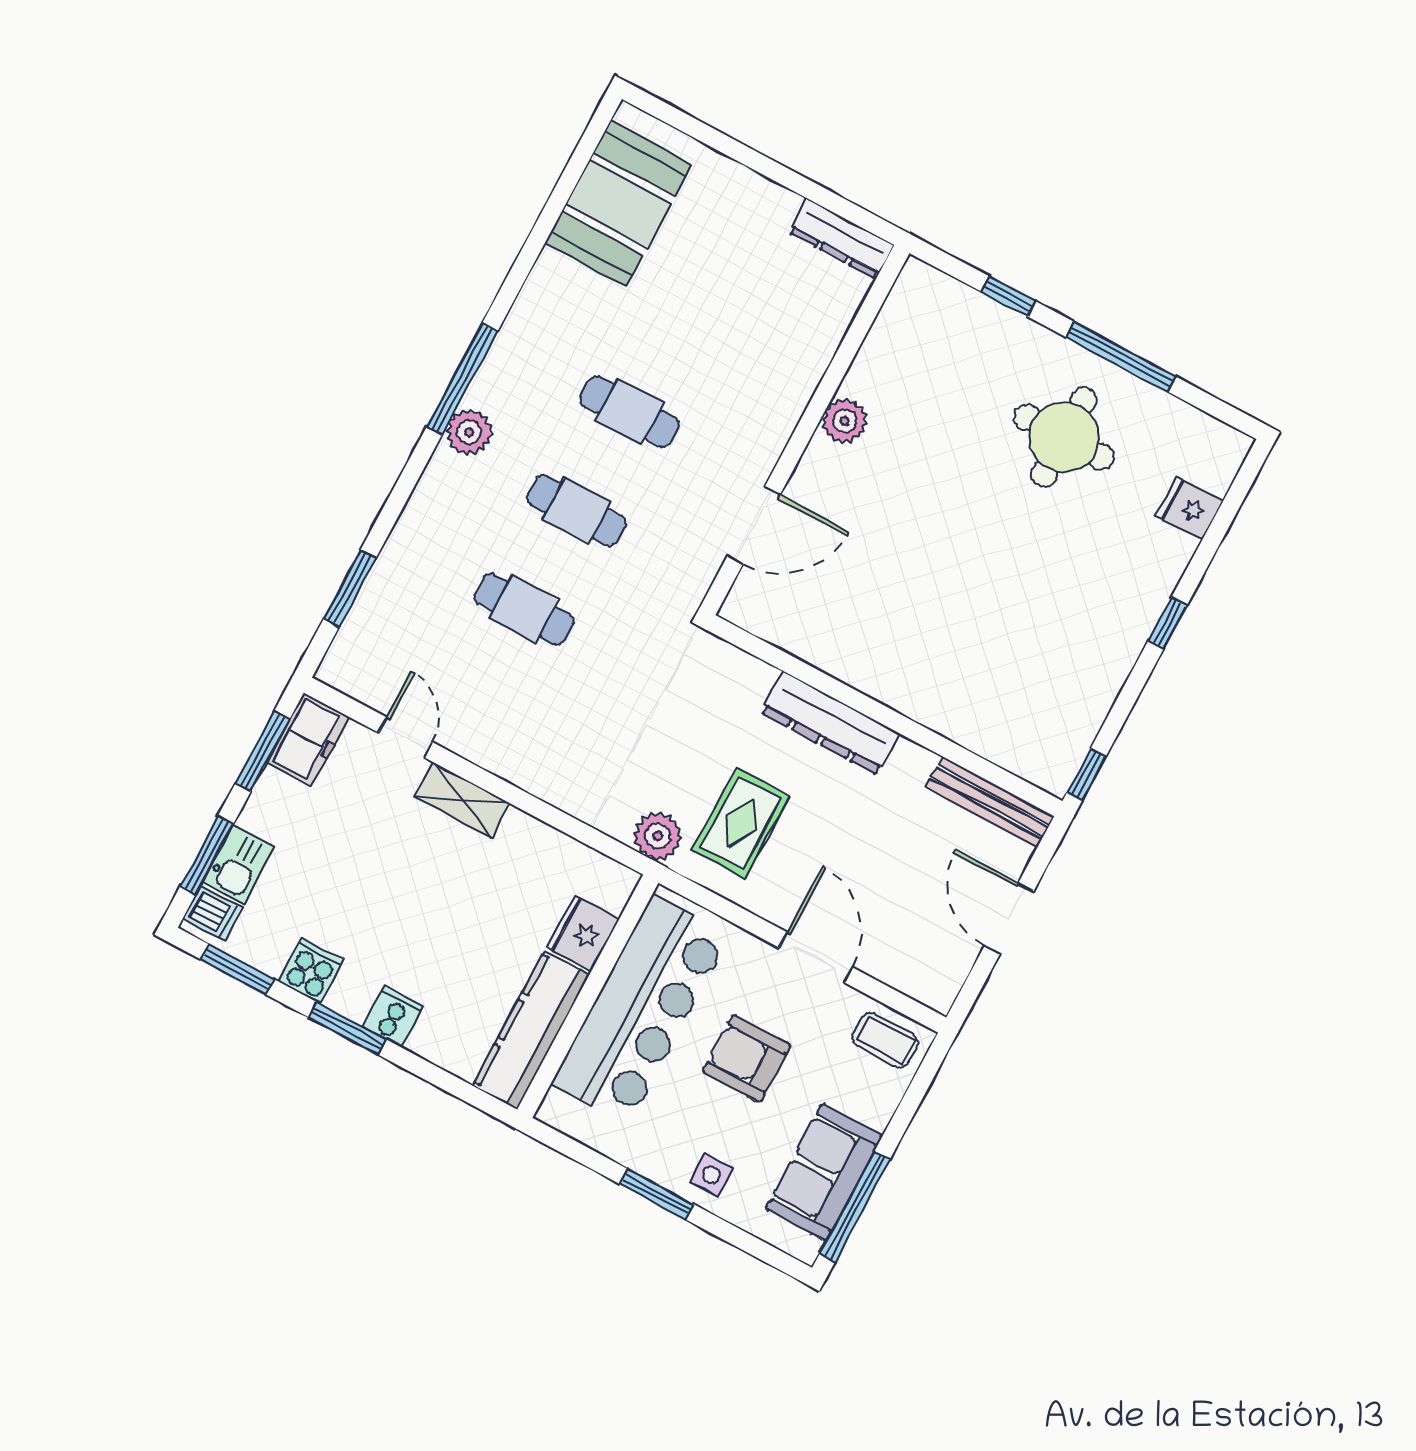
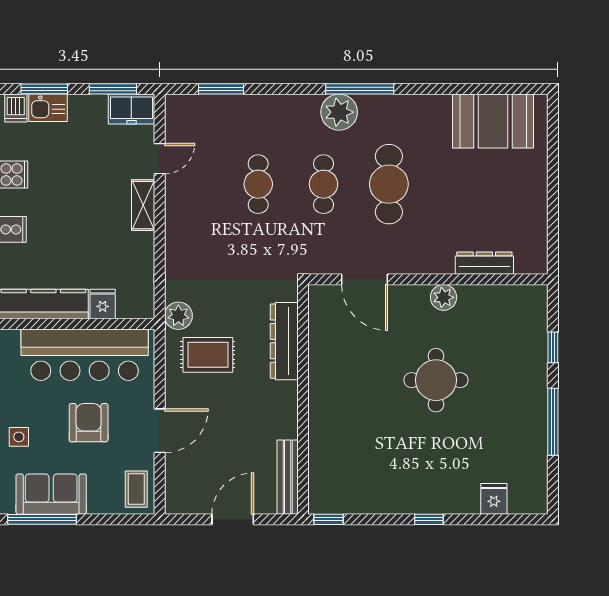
dresser: (842, 239) -> (484, 263), moved, turned 90
cafe table: (630, 412) -> (389, 184), width x1.37, depth x1.35
plant: (469, 432) -> (339, 112), width x1.36, depth x1.36
round table: (1064, 437) -> (436, 380), moved
dresser: (830, 723) -> (284, 341), moved
fridge: (583, 934) -> (103, 304), width x0.72

